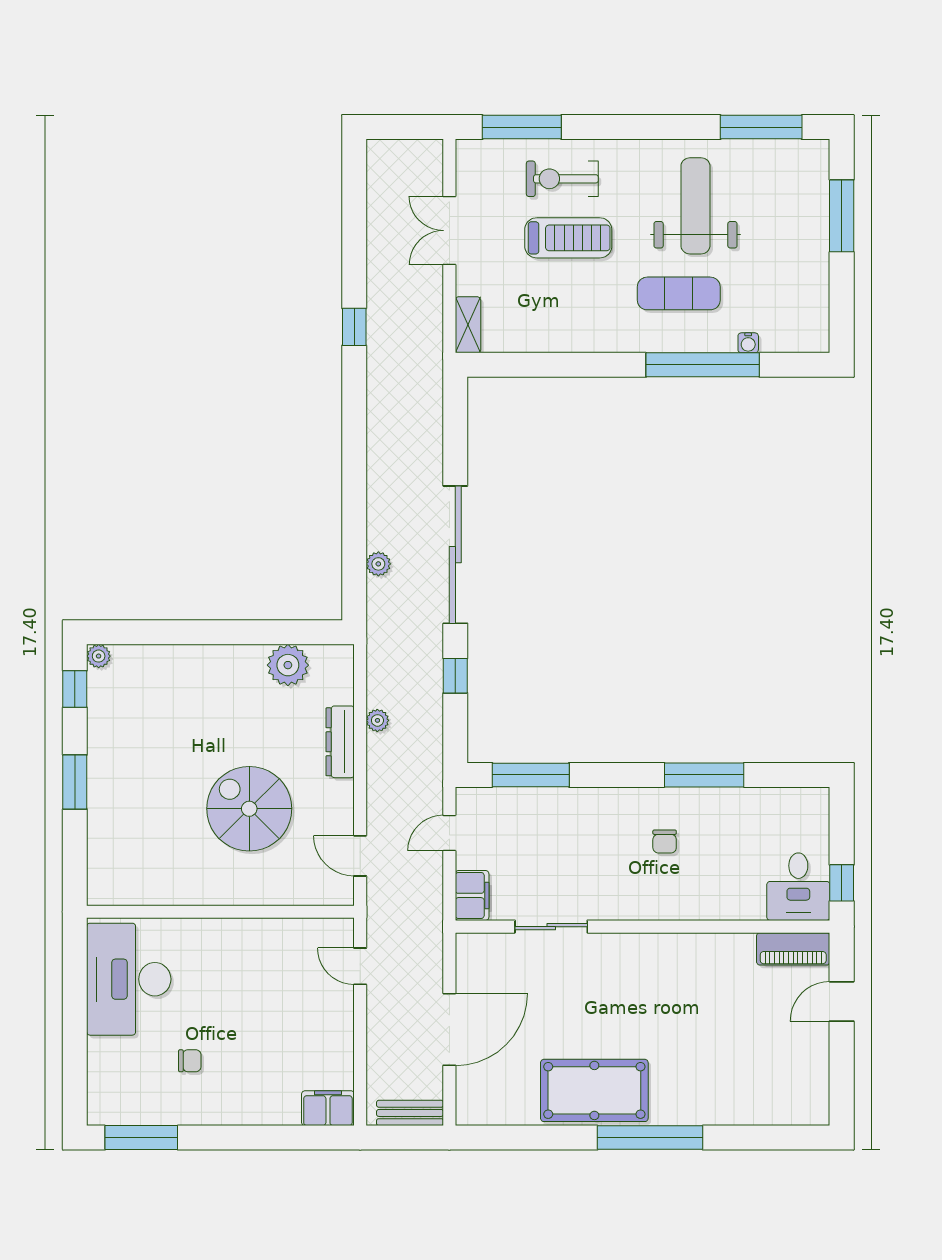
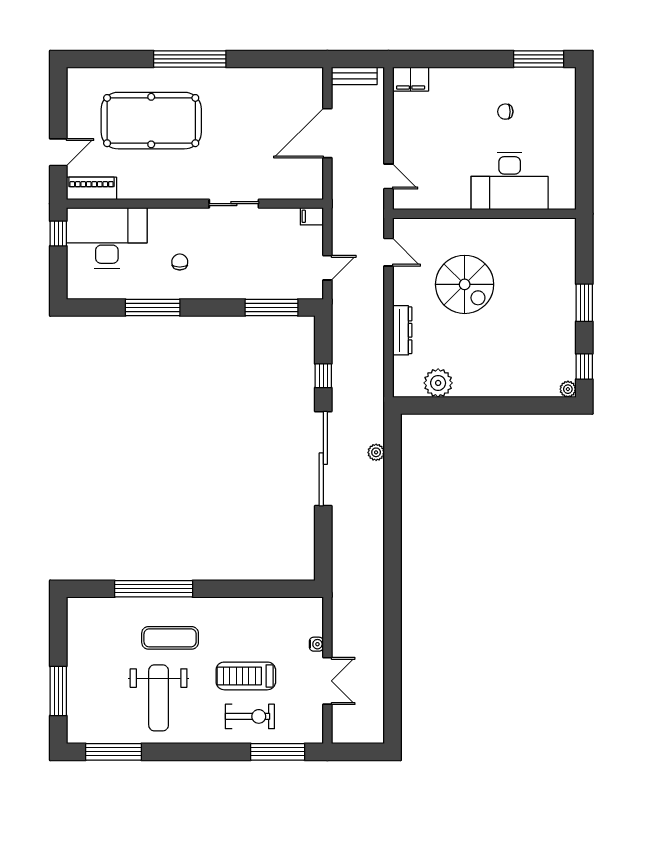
shelving: (468, 325) -> (315, 616), removed
window: (354, 327) -> (393, 615), removed
water cooler: (748, 343) -> (316, 644), moved, turned 90
plant: (377, 720) -> (377, 345), removed
desk: (798, 887) -> (107, 238), width x1.87, depth x1.30
filing cabinet: (472, 895) -> (312, 216), width x0.50
sliding door: (551, 927) -> (234, 204), moved
desk: (129, 979) -> (510, 181), moved, turned 90
pool table: (594, 1090) -> (151, 121), moved, width x1.36, depth x1.32

